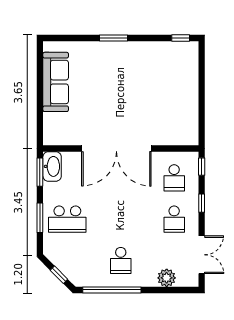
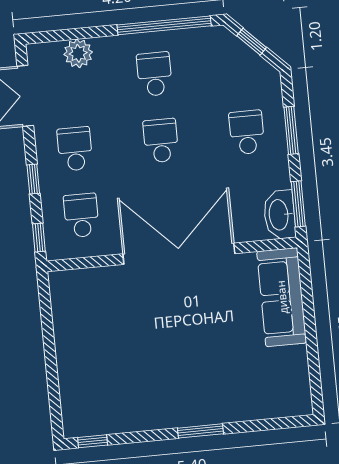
sofa: (56, 82) -> (282, 297), moved
school desk: (67, 219) -> (247, 132), width x0.54
school desk: (121, 219) -> (161, 141), added

